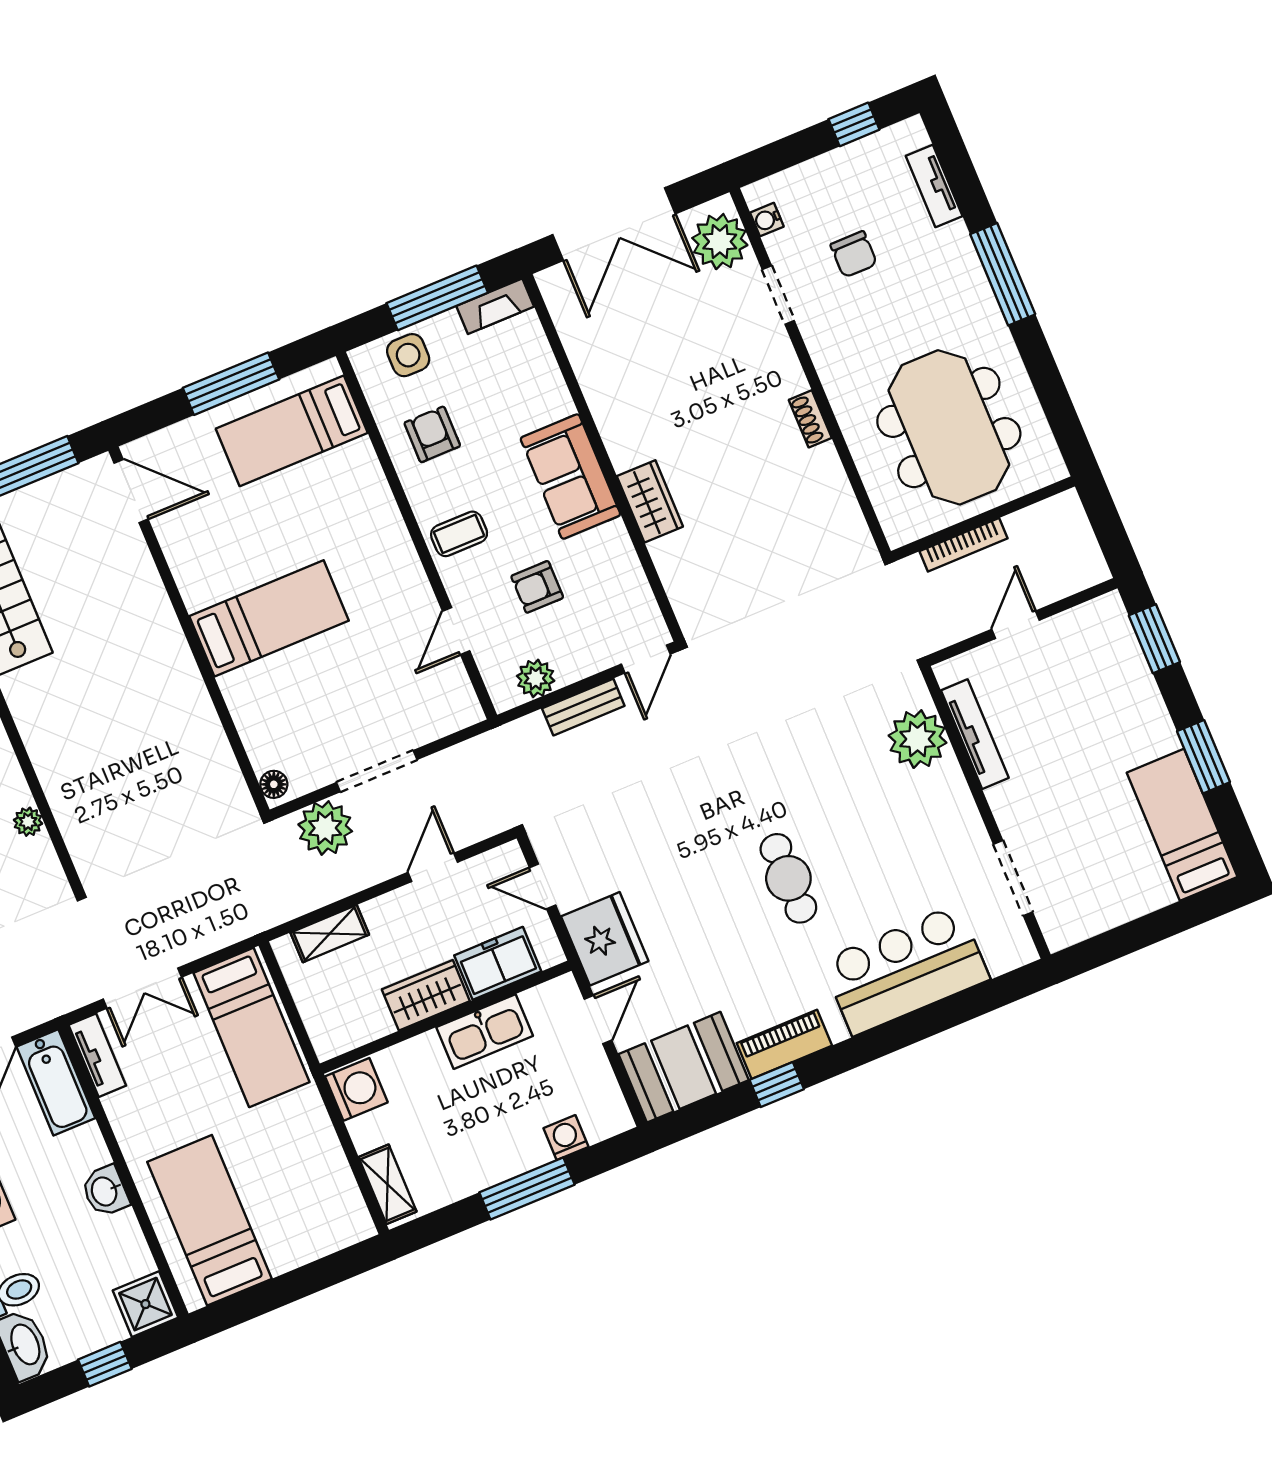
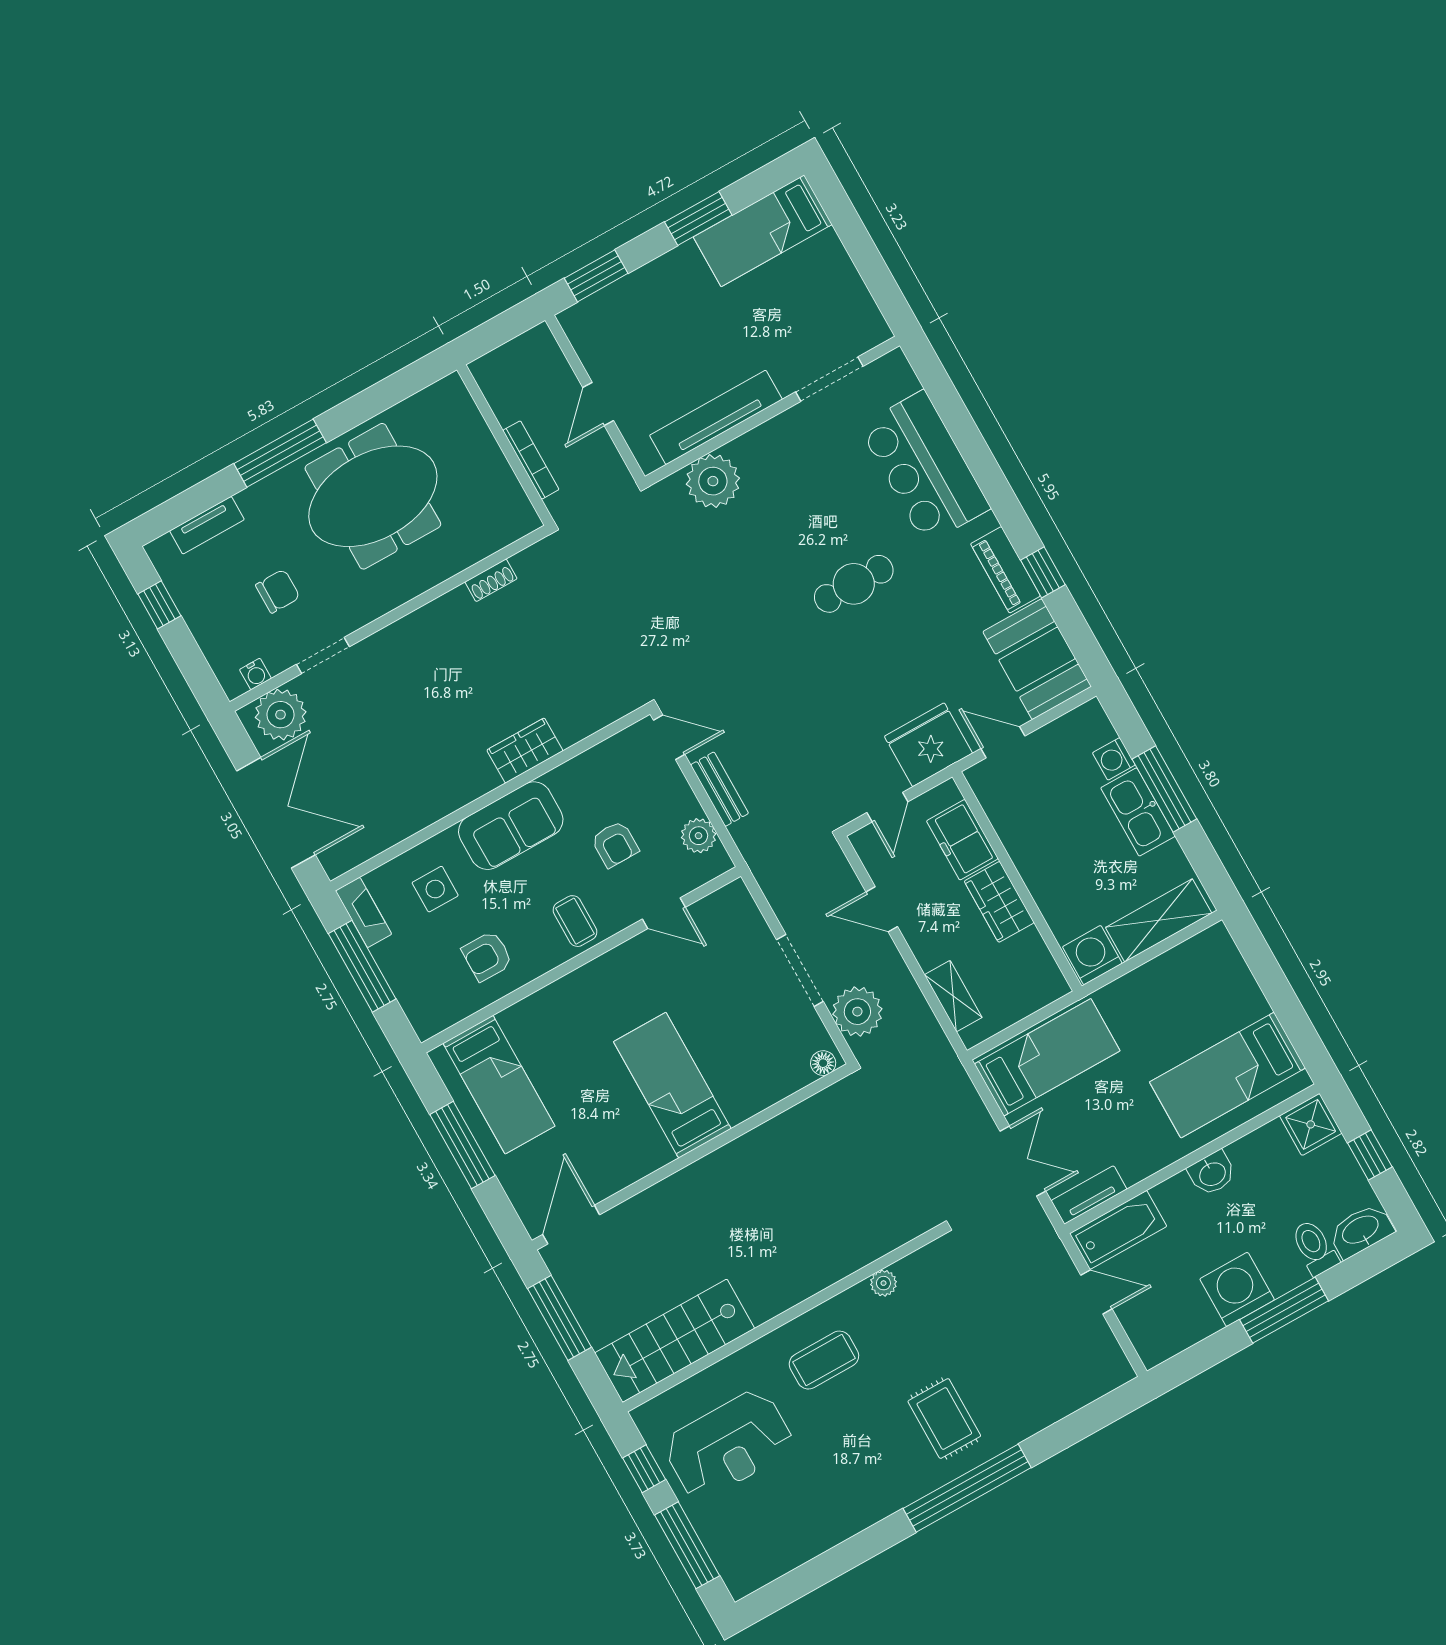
side table: (408, 355) -> (435, 889), moved
shoe rack: (810, 419) -> (491, 580), moved
meeting table: (949, 427) -> (373, 496), moved
door: (1015, 625) -> (598, 404), hinge flipped
tv unit: (975, 734) -> (716, 417), width x1.36, depth x1.29
kitchen sink: (485, 1032) -> (1138, 812), moved, turned 180
shelving: (388, 1184) -> (1159, 920), width x1.50, depth x1.33

